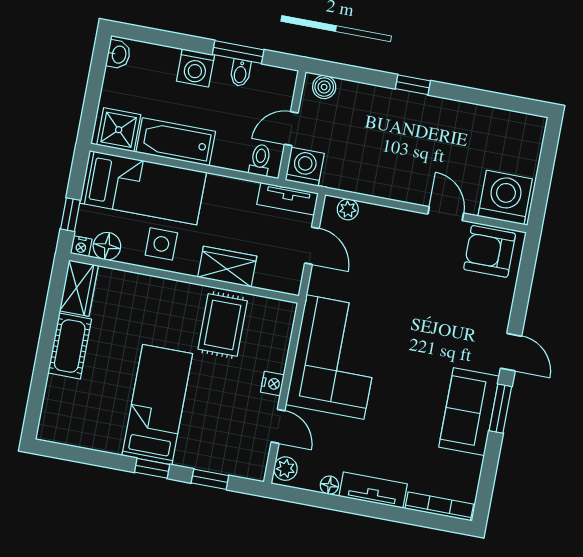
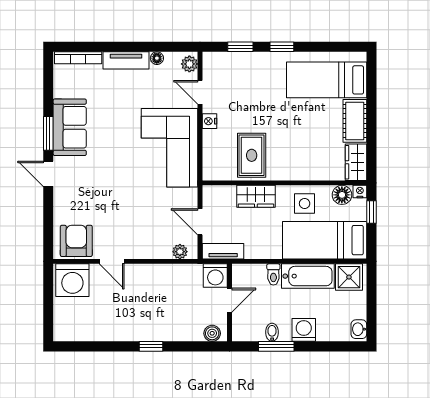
toilet: (260, 160) -> (273, 274), moved
armchair: (490, 251) -> (76, 241), turned -90
bed: (157, 405) -> (327, 80), moved, turned 90

